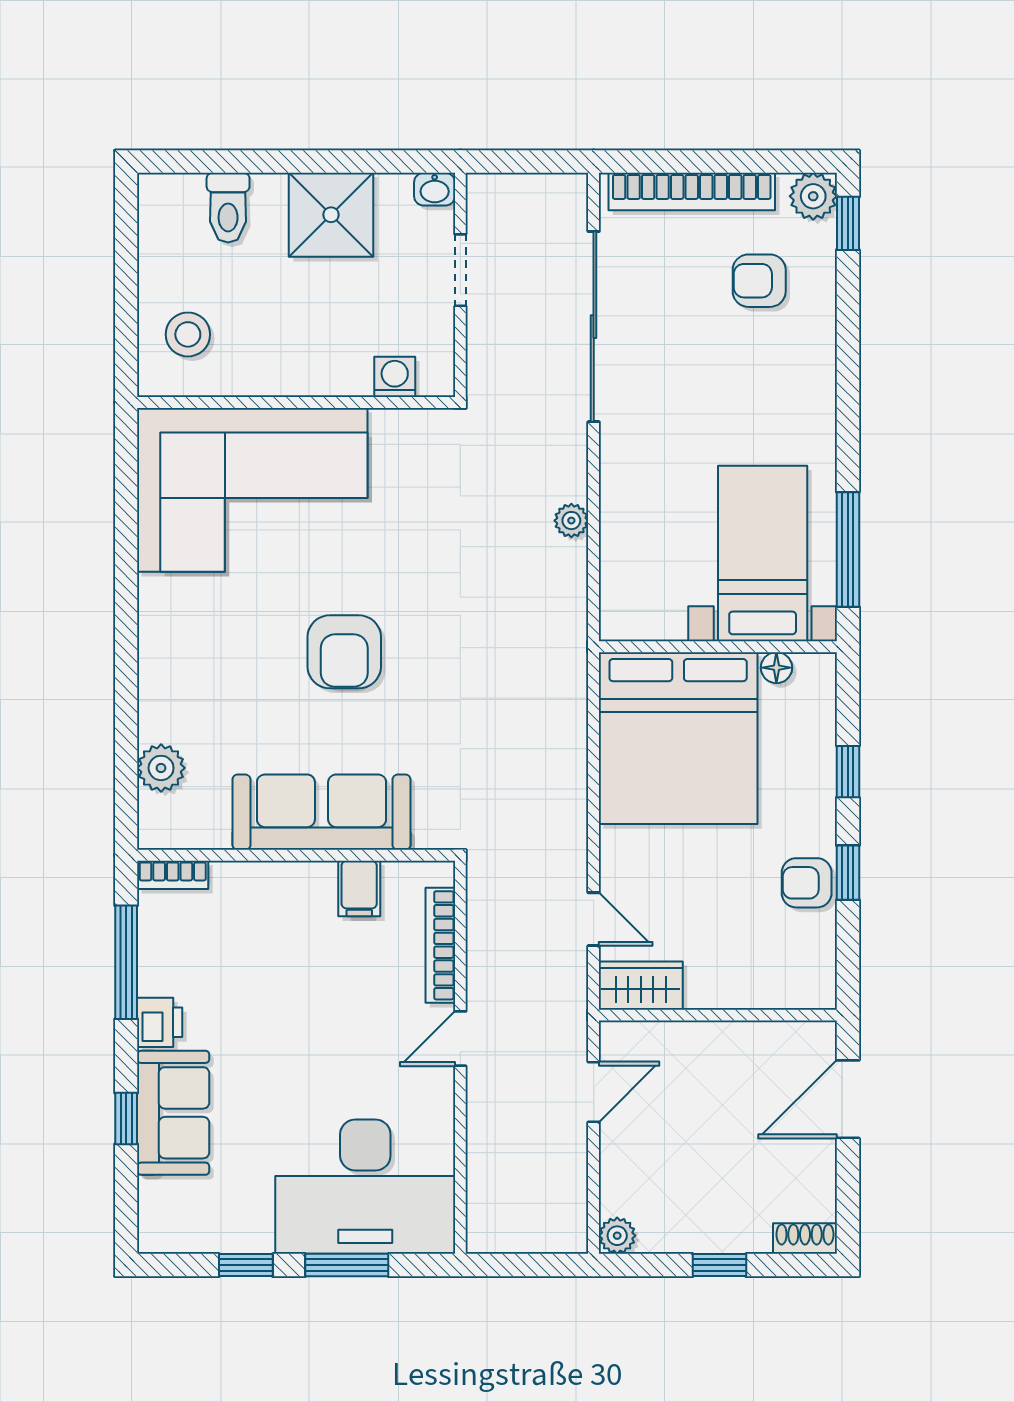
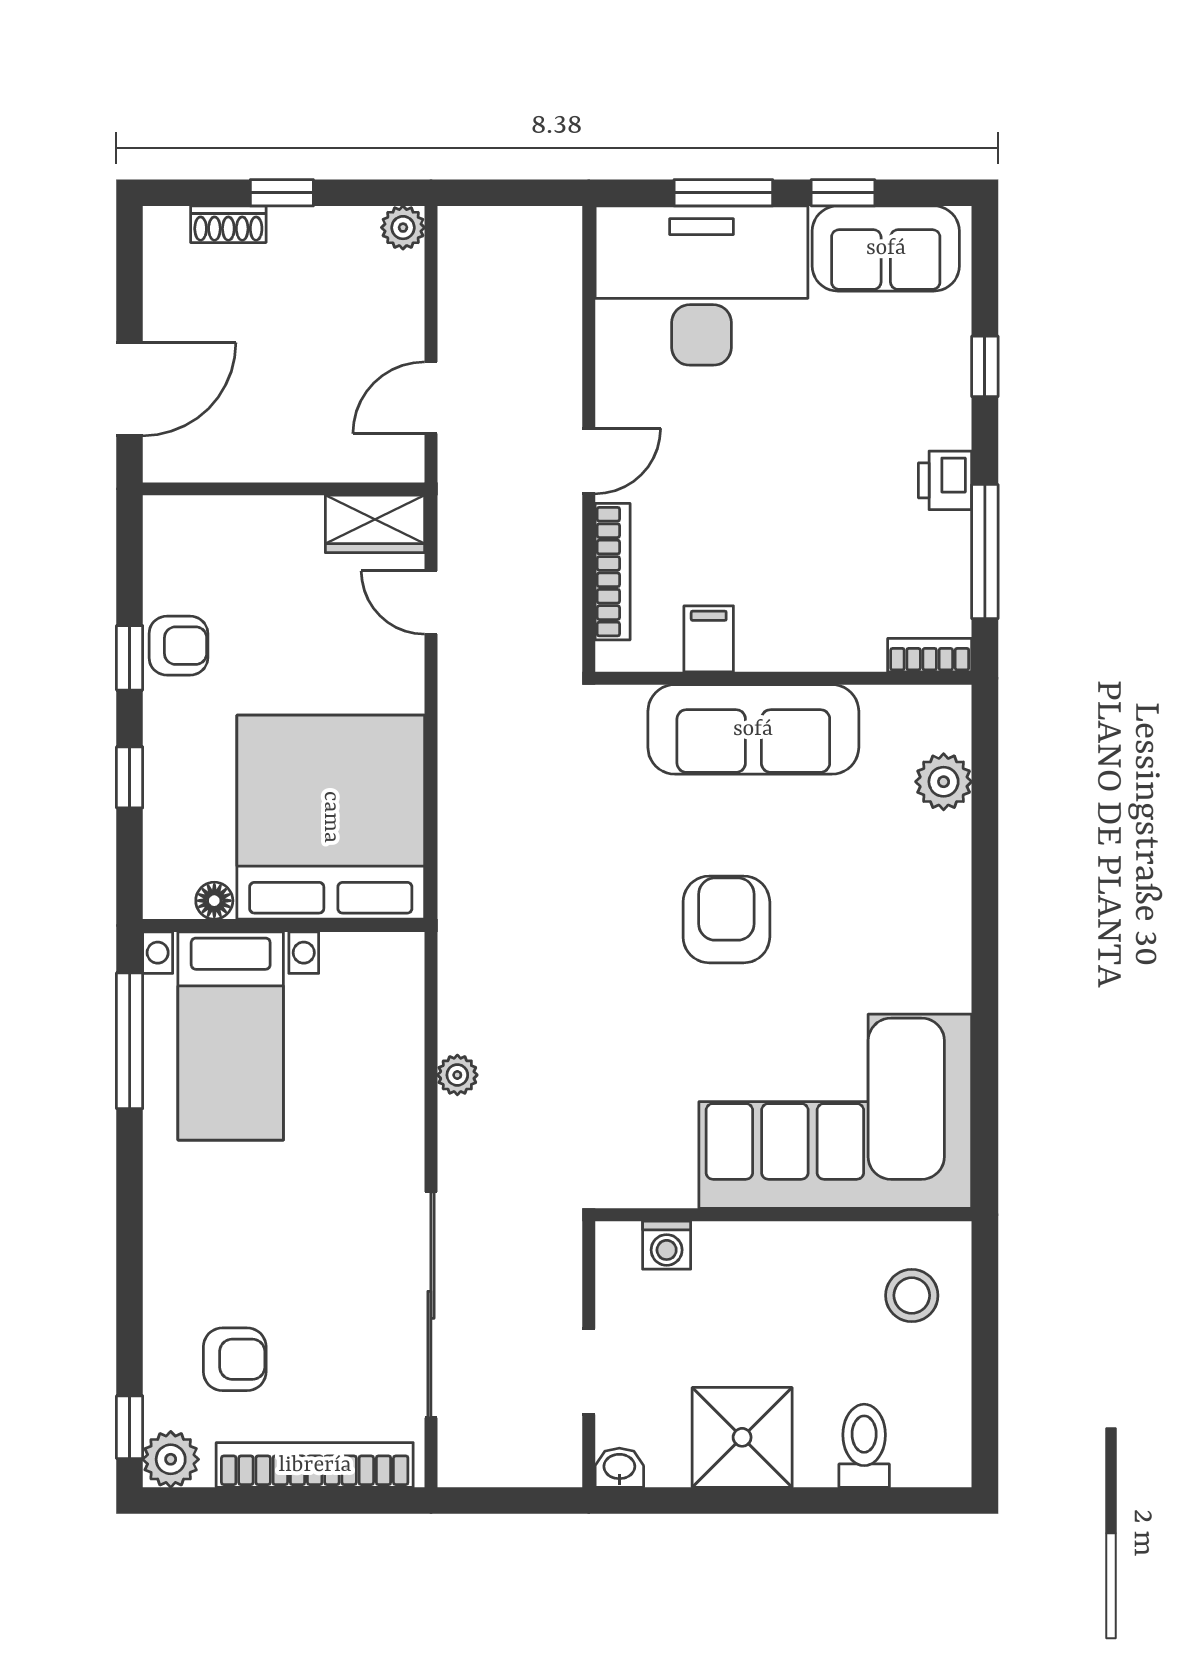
sofa: (173, 1113) -> (886, 248), moved, turned -90
shoe rack: (805, 1238) -> (228, 224), moved

